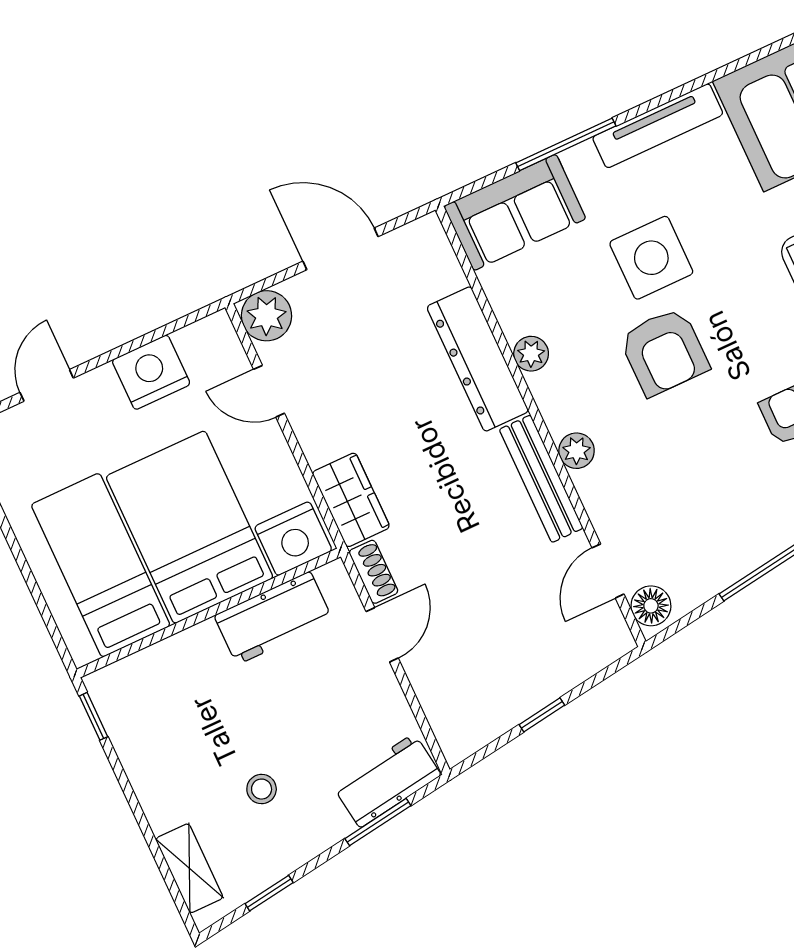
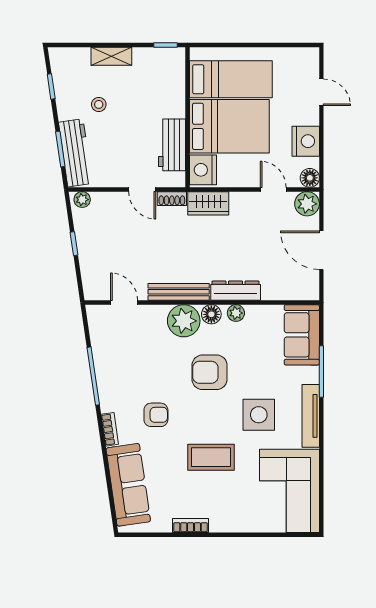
door: (340, 249) -> (321, 250), swing flipped
side table: (651, 258) -> (259, 415), moved
floor lamp: (216, 333) -> (310, 178), added
dresser: (478, 359) -> (236, 291), width x0.73, depth x0.80
door: (269, 391) -> (273, 189), hinge flipped
plant: (577, 451) -> (184, 321), width x1.87, depth x1.87
floor lamp: (651, 606) -> (211, 314), moved
plant: (453, 738) -> (82, 200), added
workbench: (387, 781) -> (75, 153), width x1.38
shelving: (189, 868) -> (111, 56), moved

